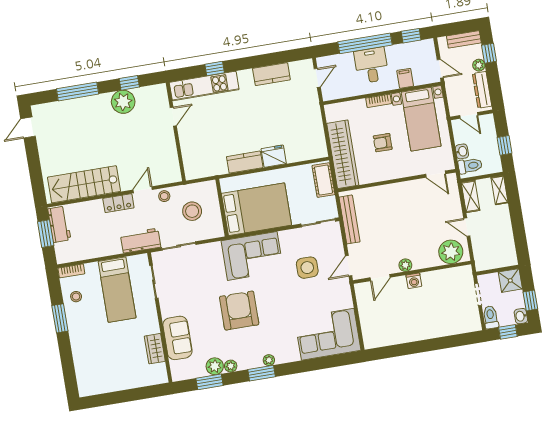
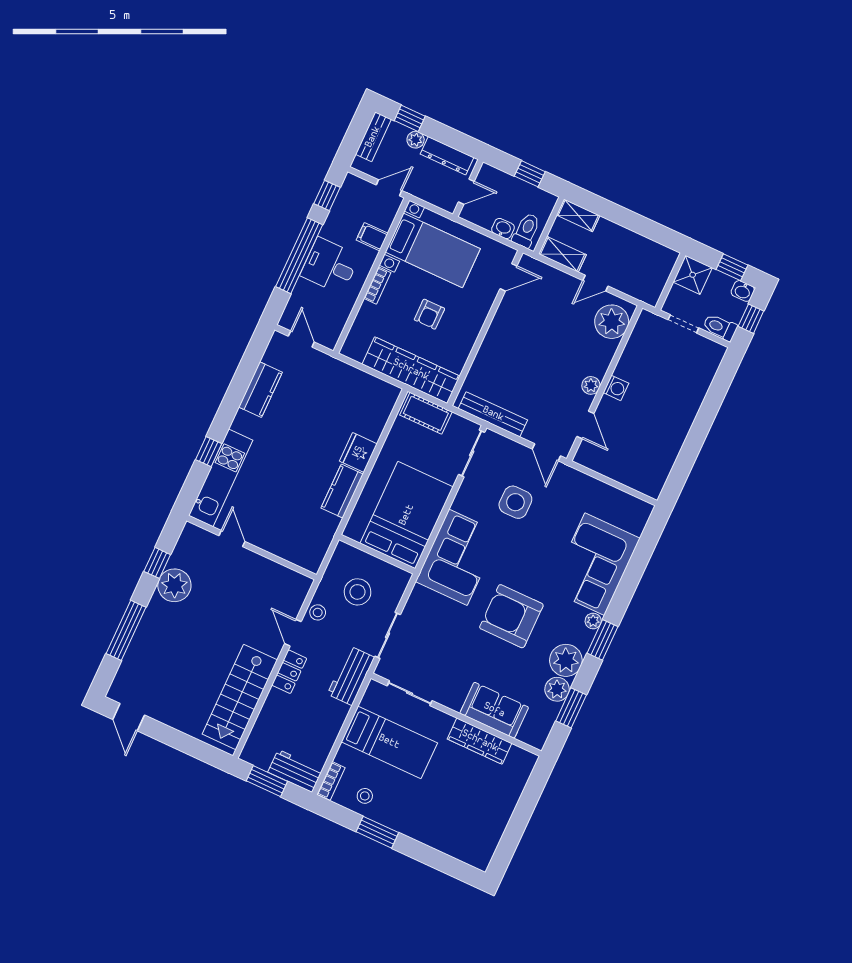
workbench: (59, 224) -> (295, 771), moved
corner sofa: (328, 334) -> (595, 564), moved
wardrobe: (155, 349) -> (480, 741), width x1.50
plant: (231, 366) -> (566, 660), width x1.88, depth x1.88

